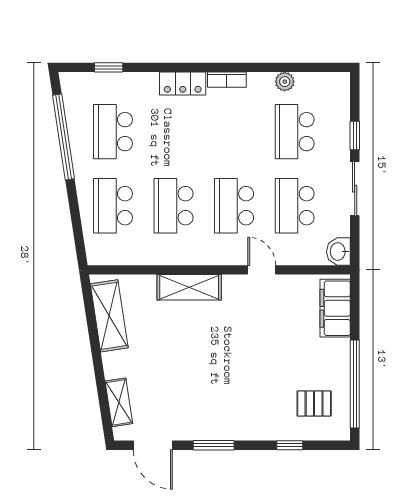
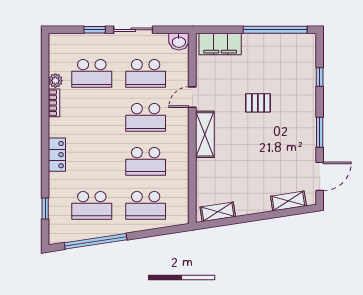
bookcase: (227, 80) -> (54, 103), moved
shelving: (189, 287) -> (205, 134), moved
shelving: (109, 316) -> (218, 212), width x0.67, depth x0.75
pallet: (314, 403) -> (258, 103), moved, turned 90

